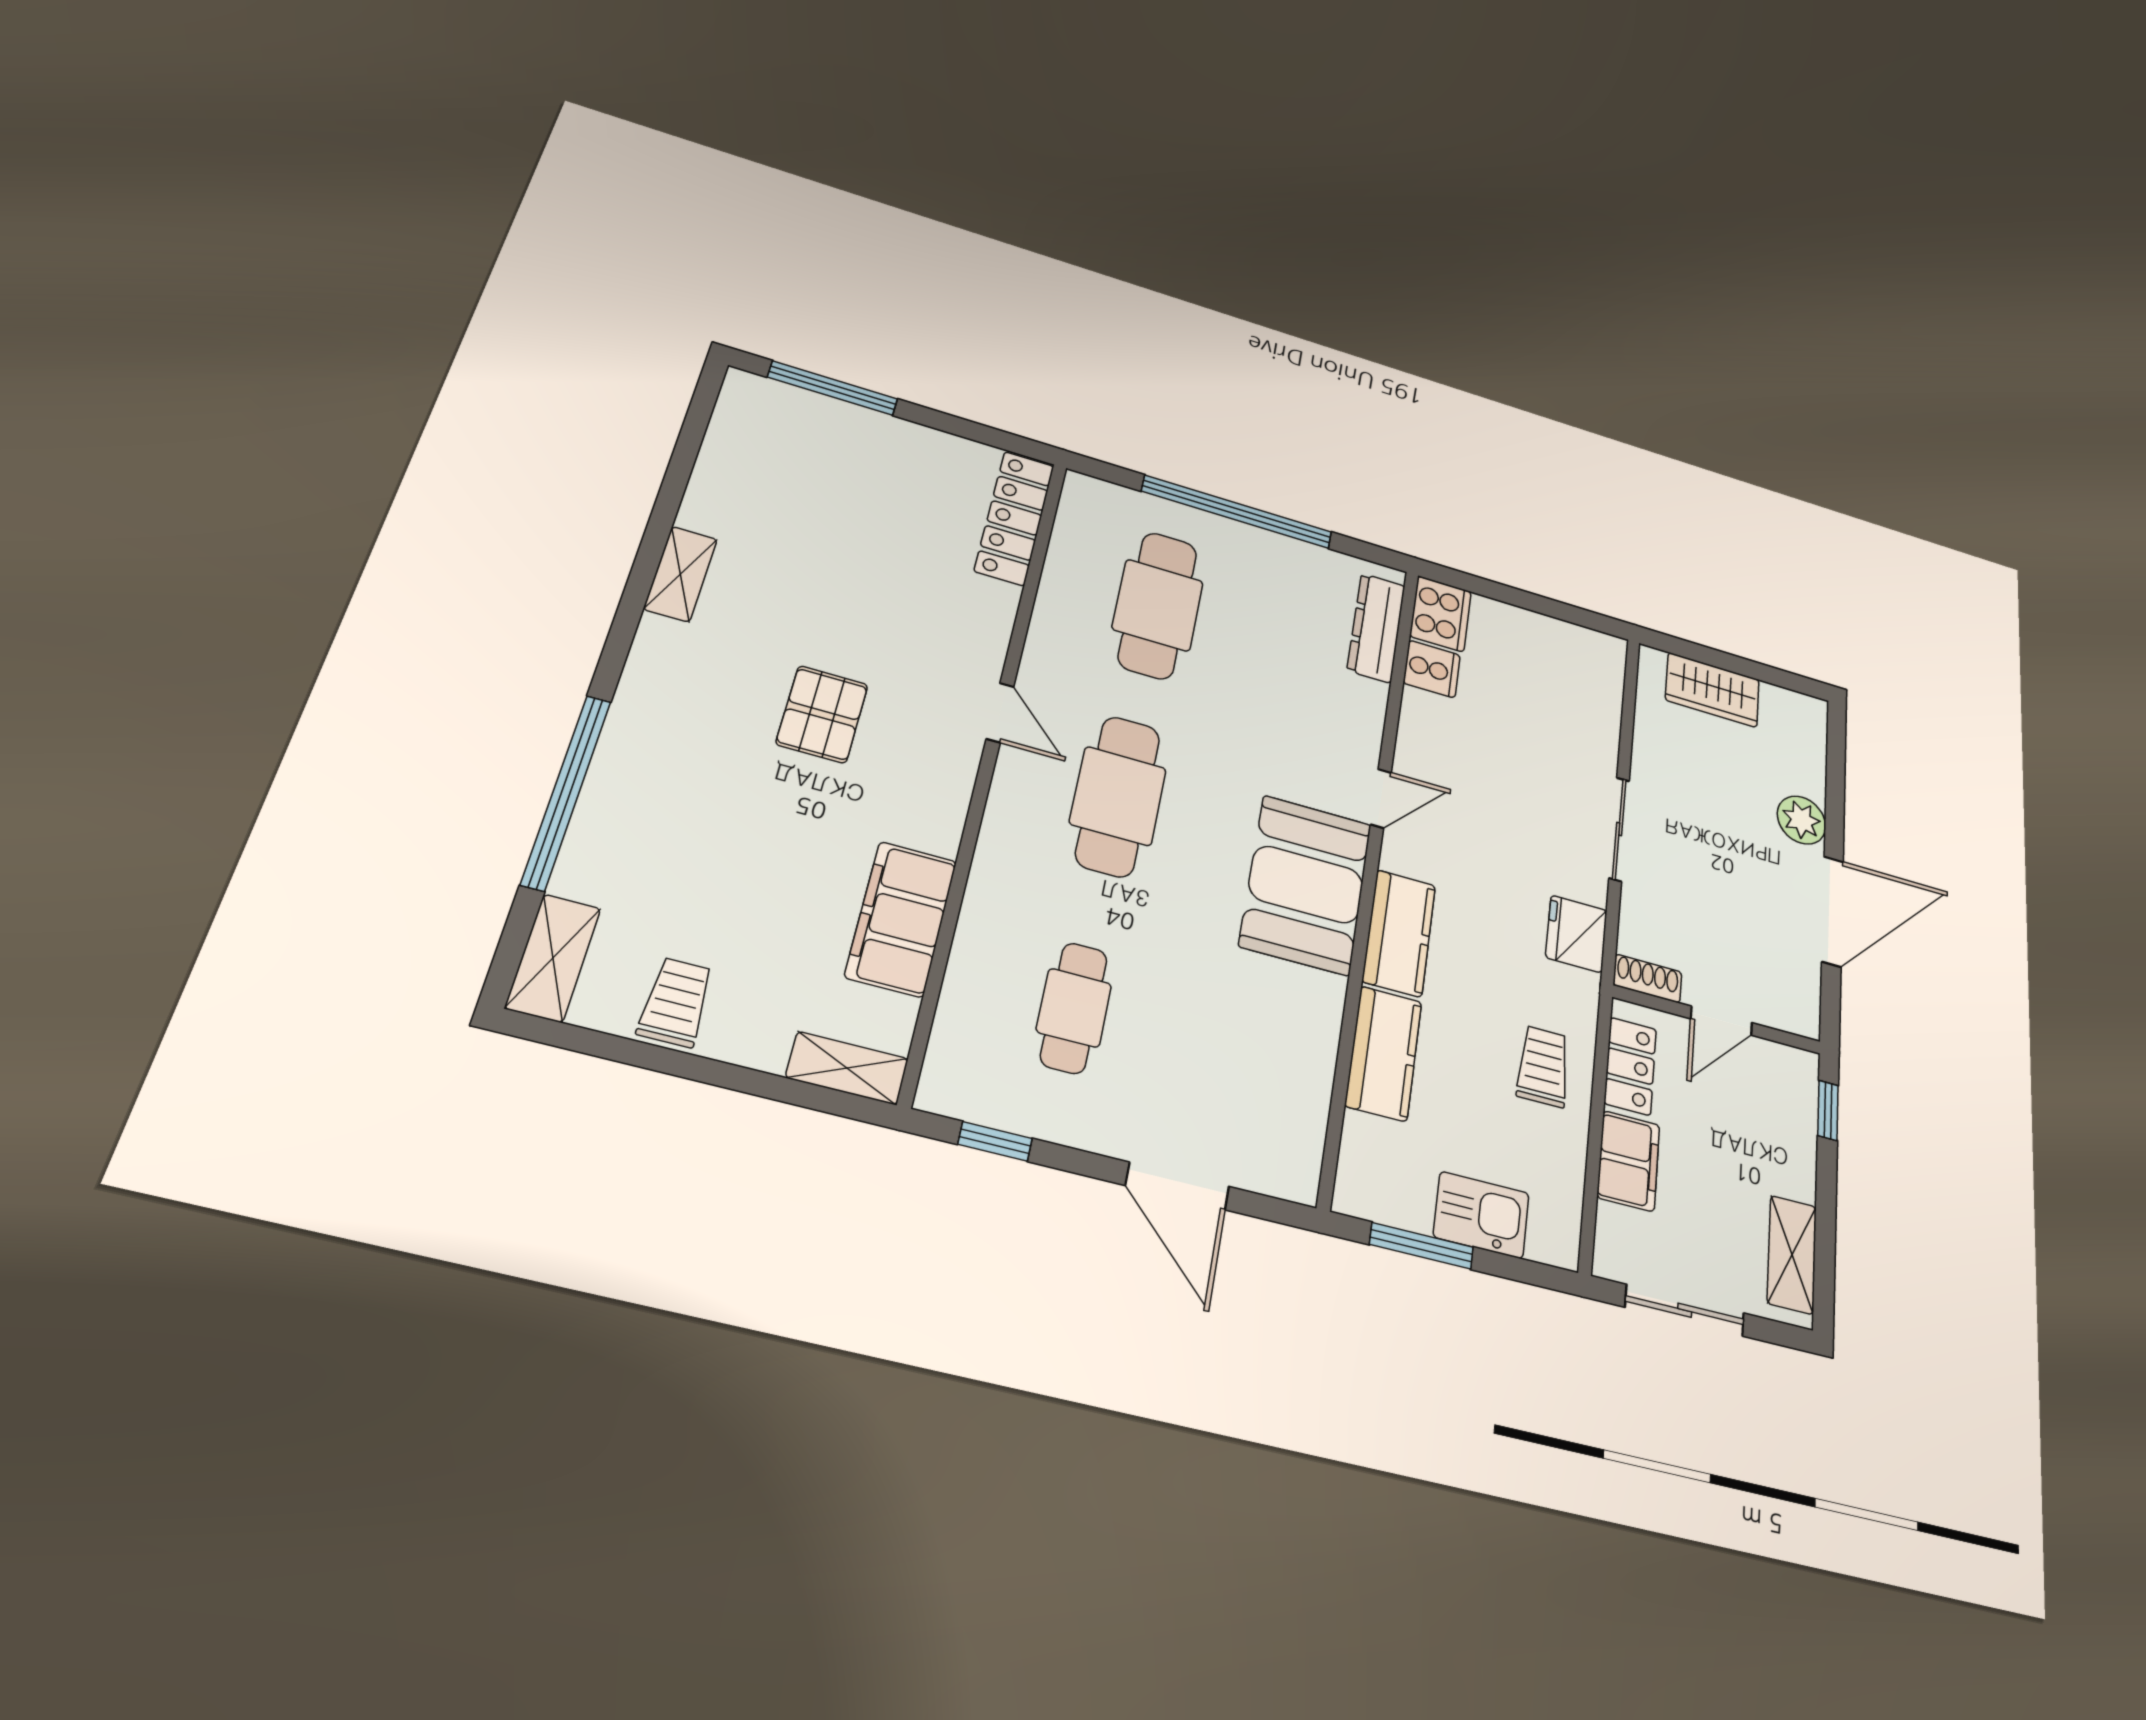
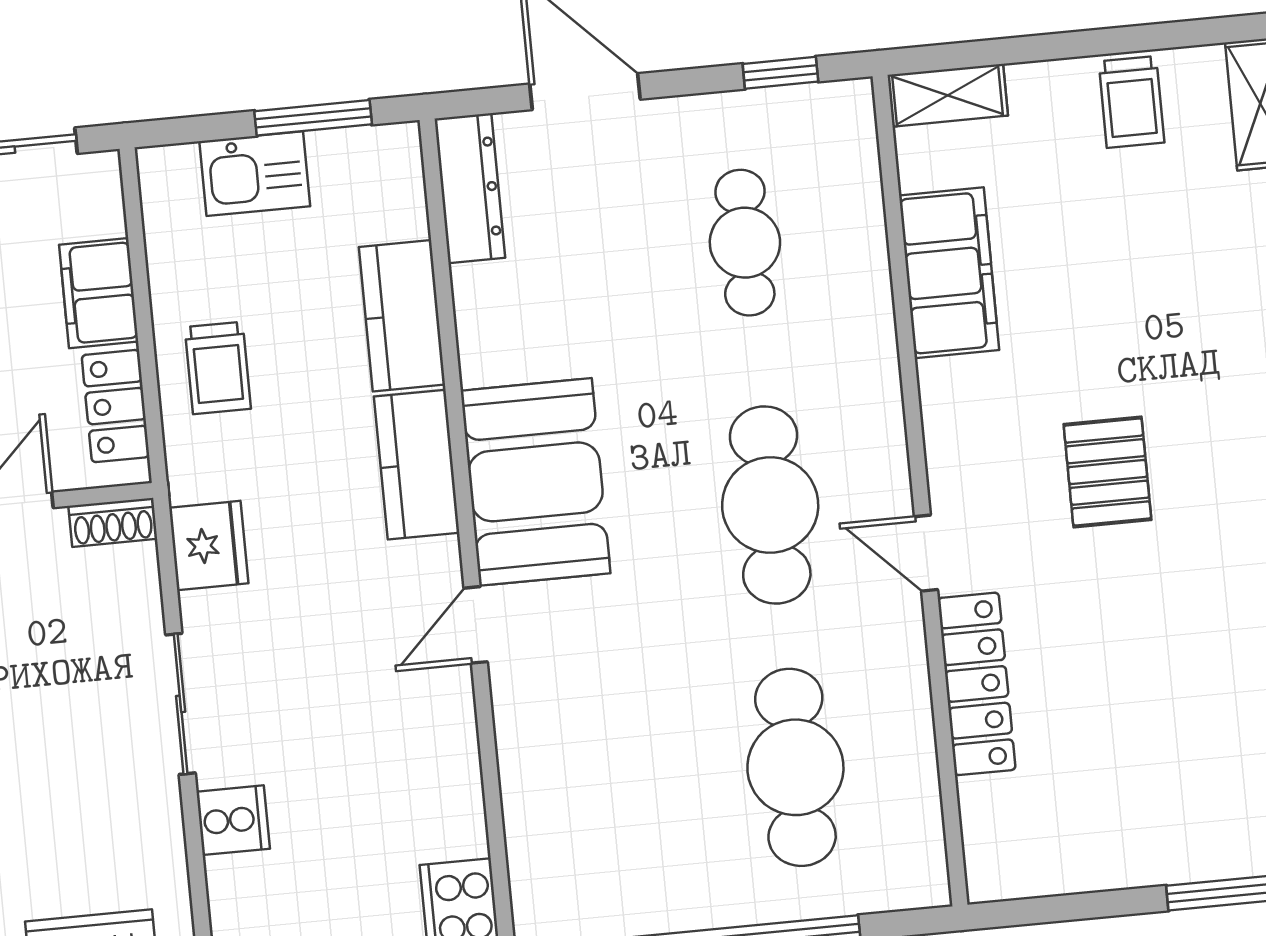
locker: (1014, 518) -> (977, 684), moved
dresser: (1376, 628) -> (470, 188), moved
cooker: (1432, 669) -> (233, 820), moved, turned 180

